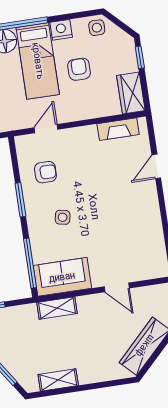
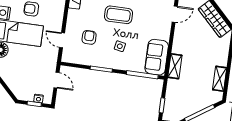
armchair: (45, 172) -> (89, 37), moved
coffee table: (109, 201) -> (119, 15), added
door: (117, 287) -> (175, 14), moved

